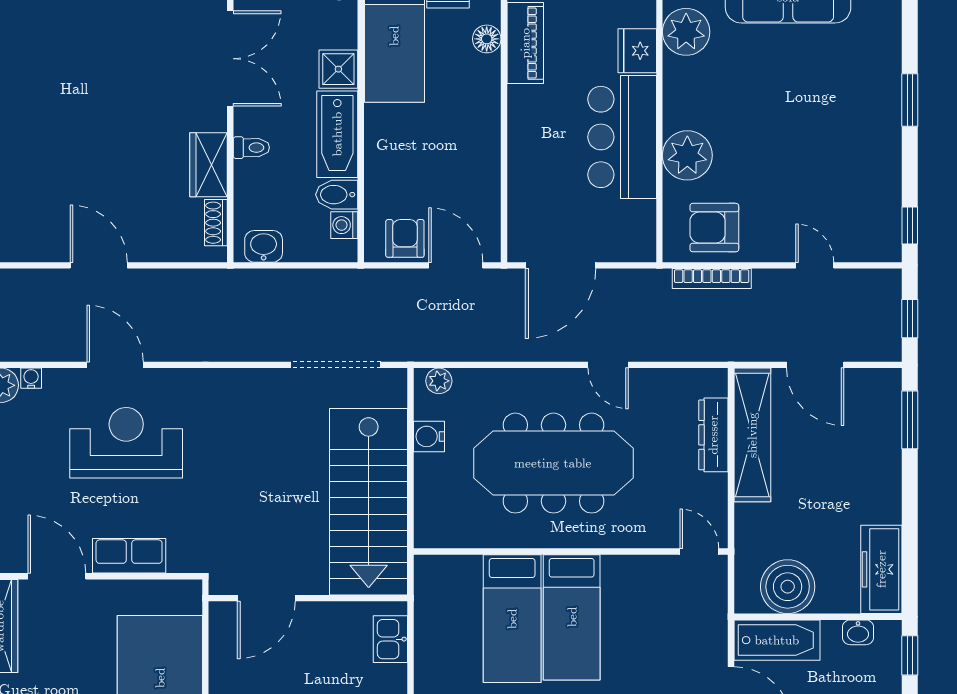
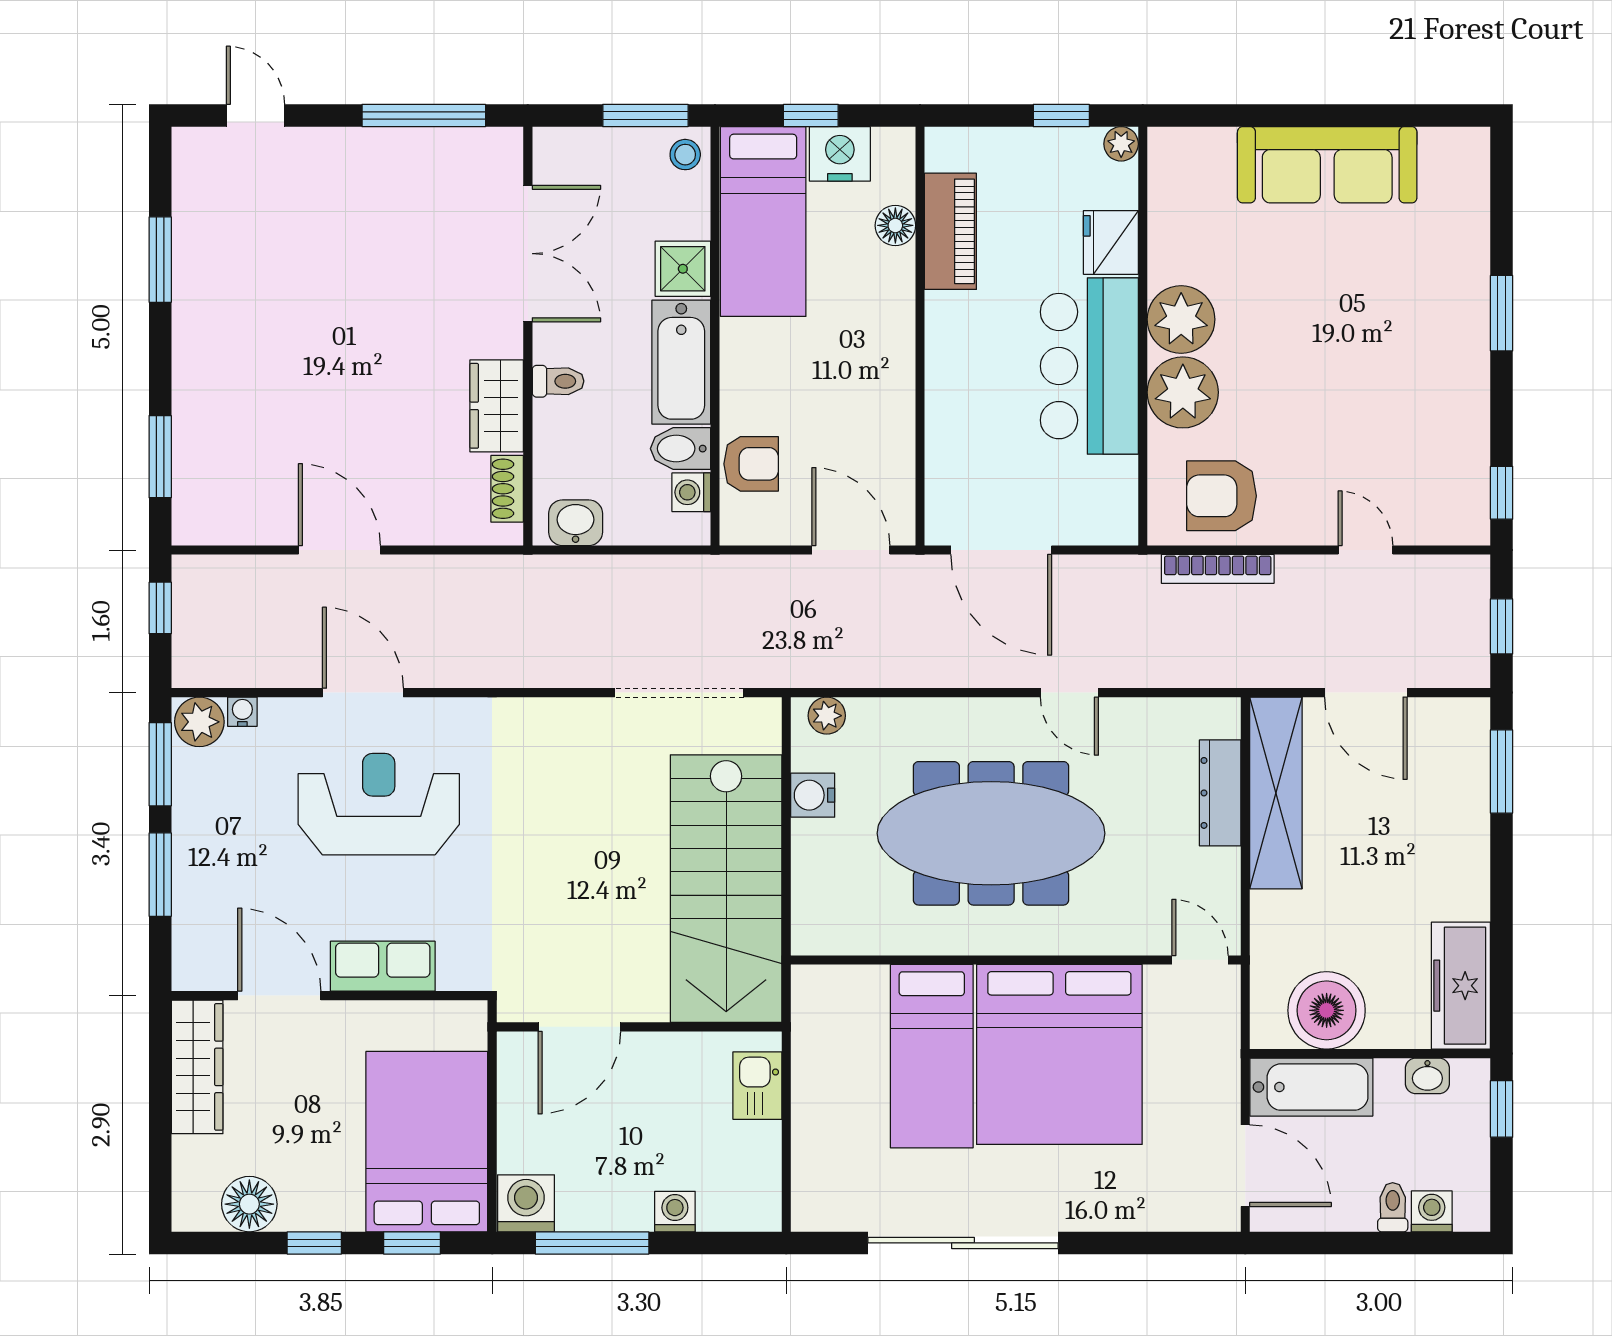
plant: (686, 32) -> (1181, 319), moved
armchair: (405, 238) -> (751, 464), moved, turned 90
door: (561, 265) -> (1001, 550), hinge flipped
bed: (572, 617) -> (1059, 1054), width x2.04

